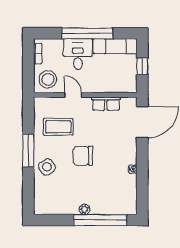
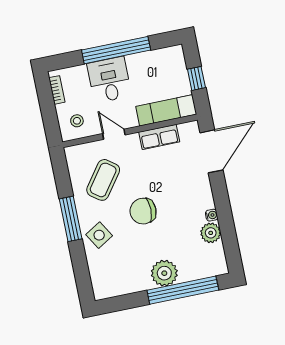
exam couch: (115, 46) -> (166, 110), moved, turned 180
stool: (48, 79) -> (77, 121), width x0.53, depth x0.53
coffee table: (58, 127) -> (103, 180), turned -54
plant: (129, 182) -> (211, 233), added
plant: (84, 209) -> (164, 273), width x1.87, depth x1.87

